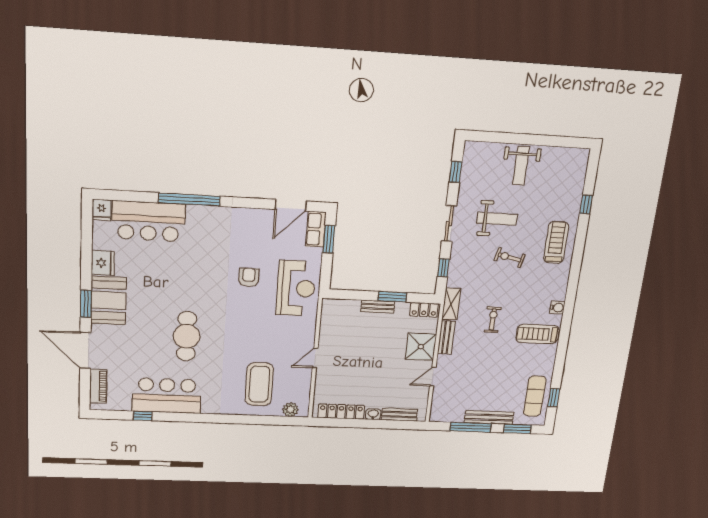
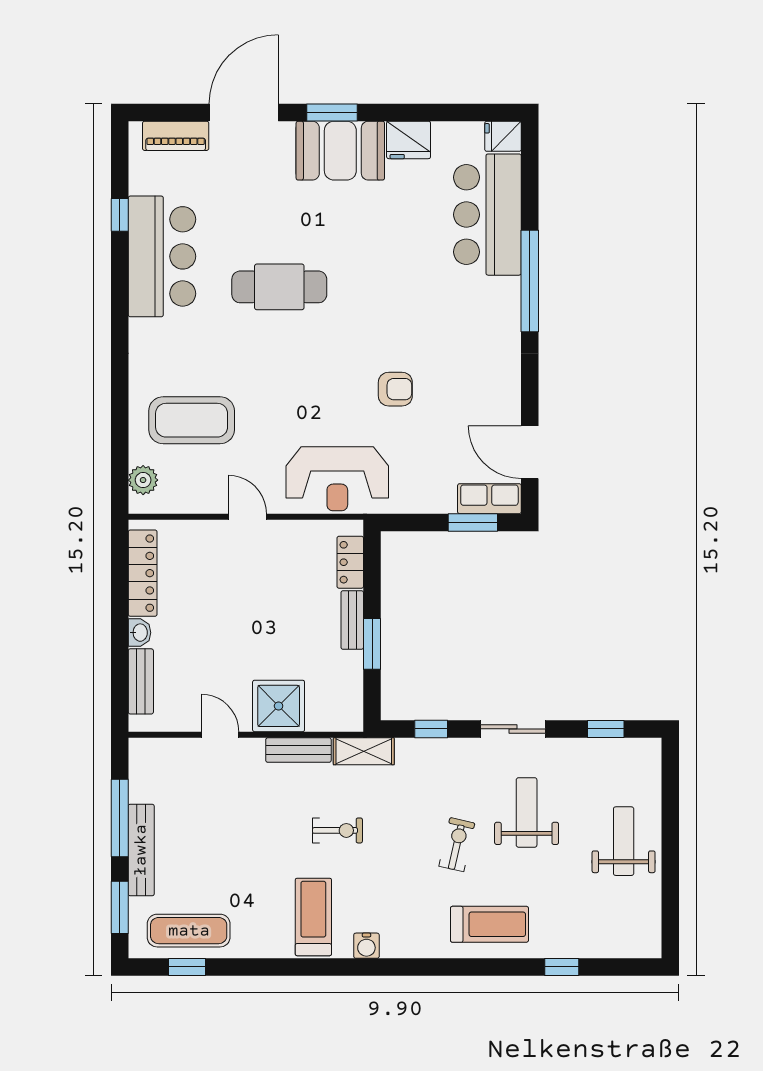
weight bench: (521, 166) -> (624, 841), turned 90
weight bench: (497, 219) -> (527, 812), turned 180
reception desk: (296, 288) -> (337, 479), moved
locker: (424, 310) -> (350, 562), moved

